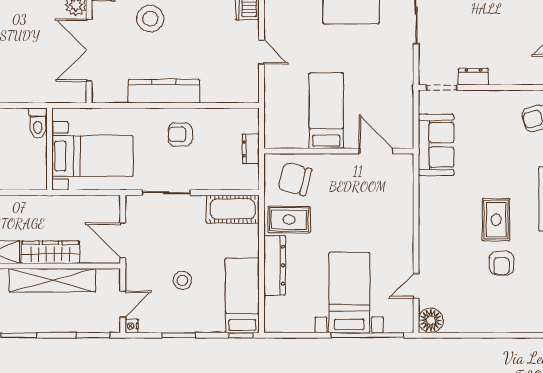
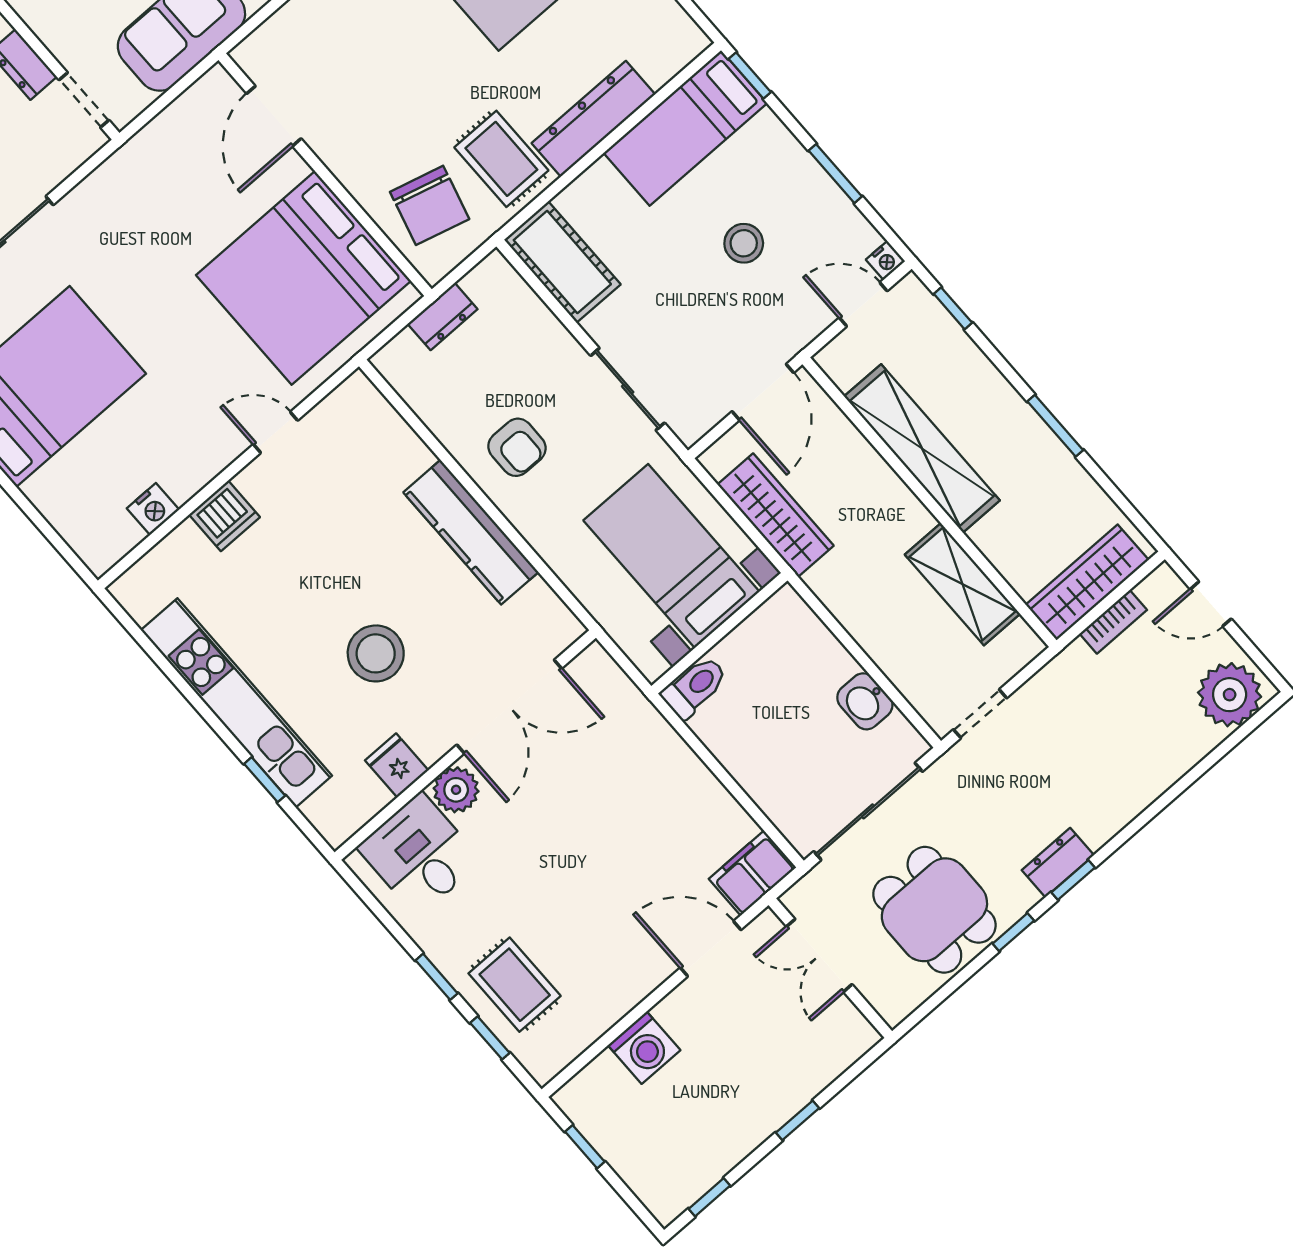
door: (261, 52) -> (275, 432), hinge flipped
bed: (326, 111) -> (303, 278), width x2.04
wardrobe: (51, 252) -> (776, 515), moved, turned 180
window: (93, 335) -> (953, 308), width x0.67

